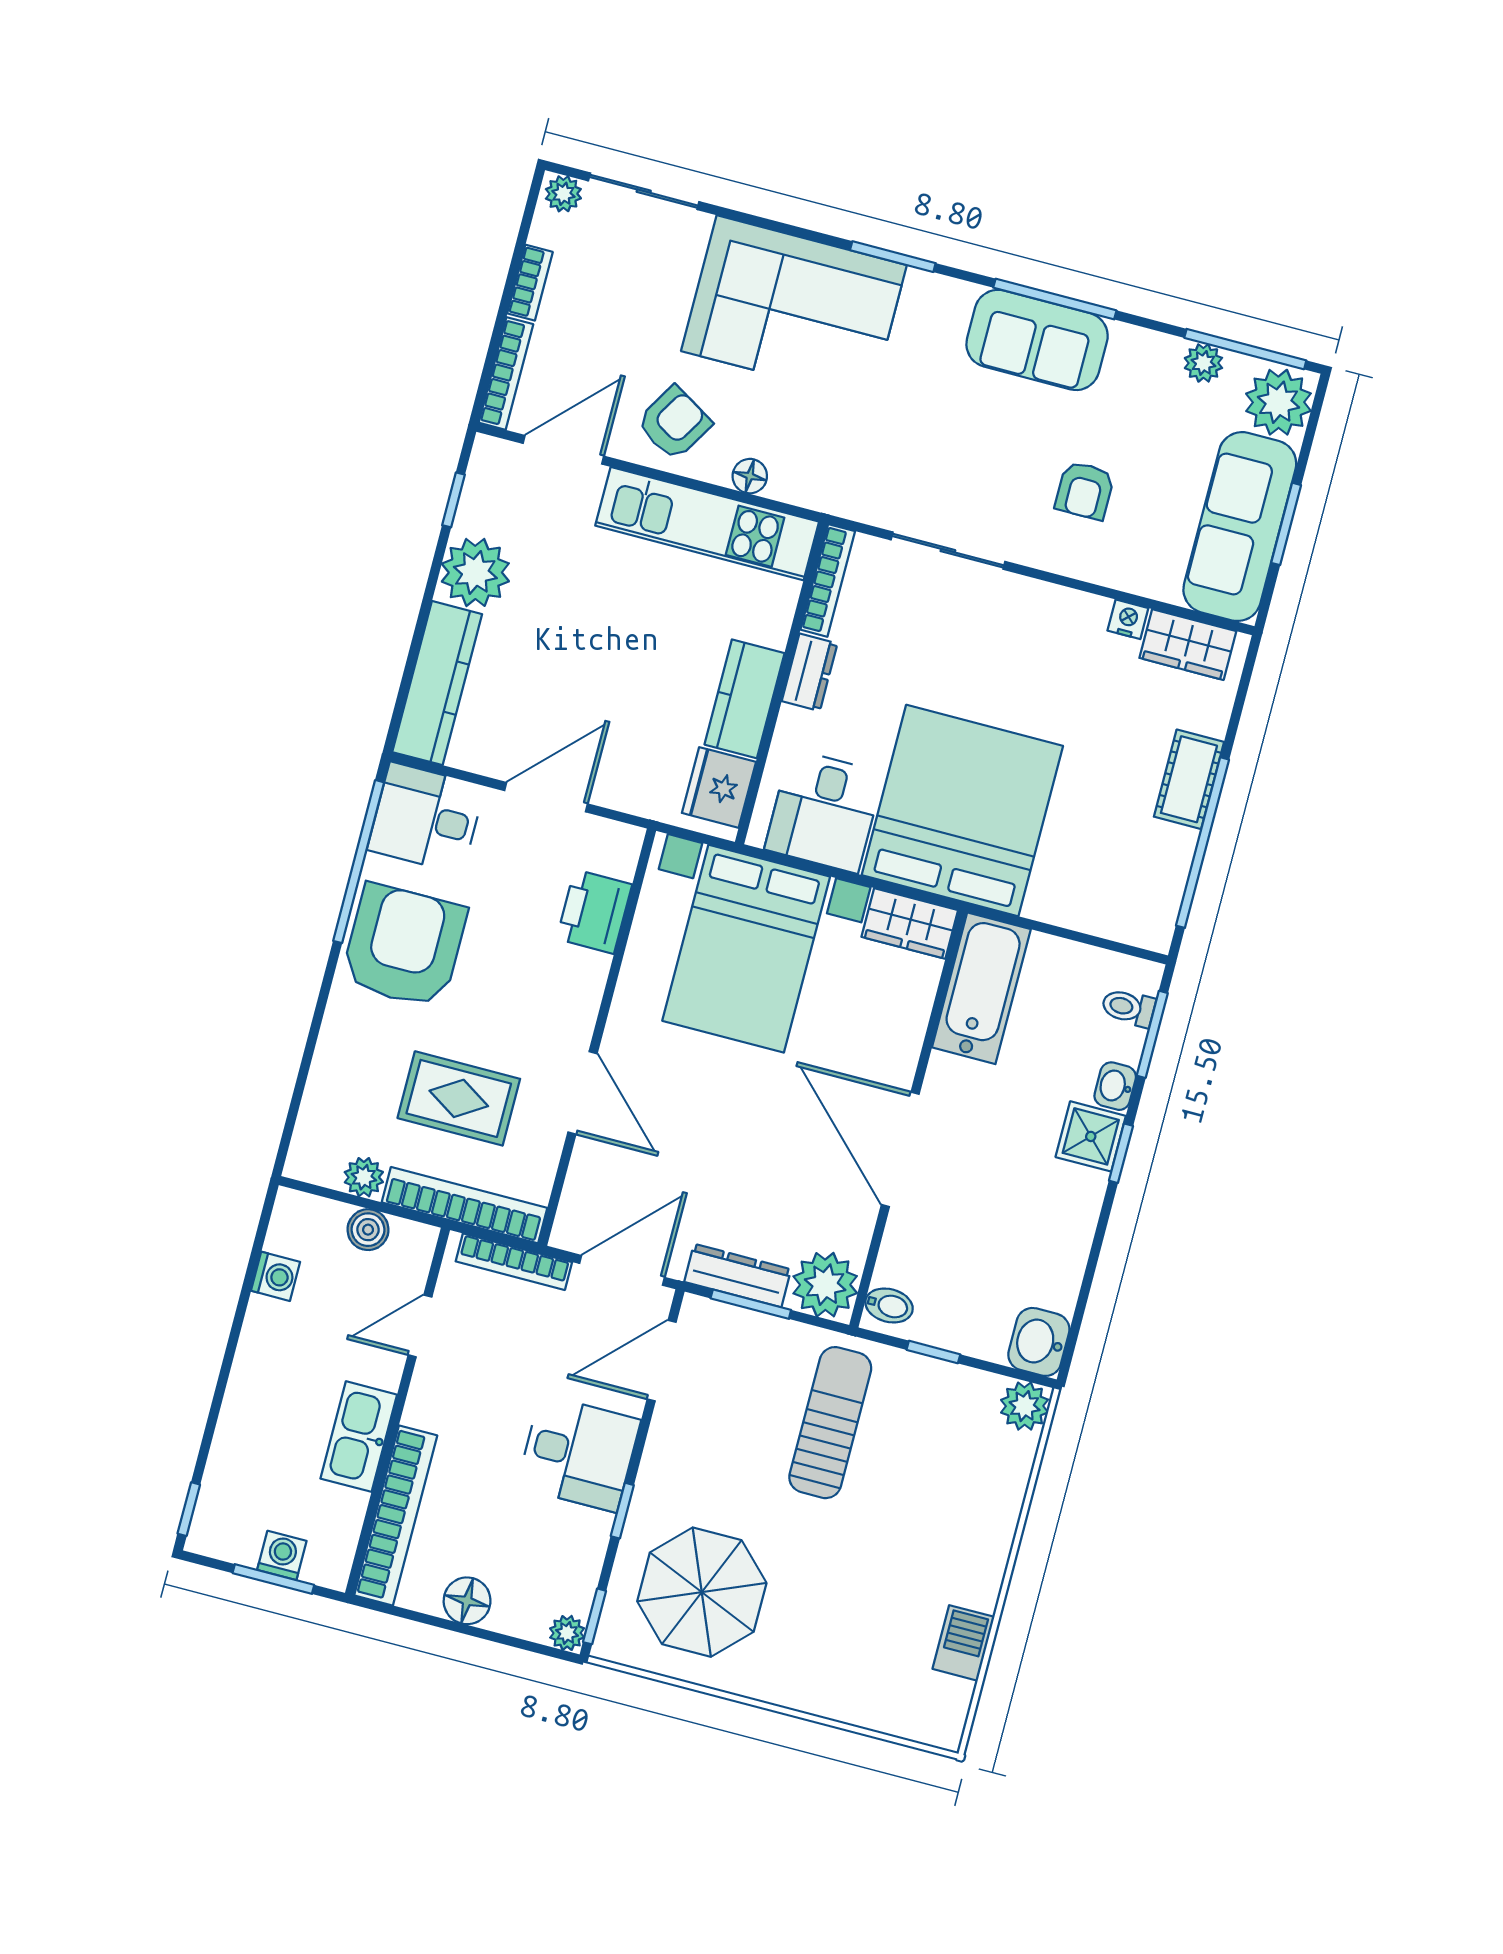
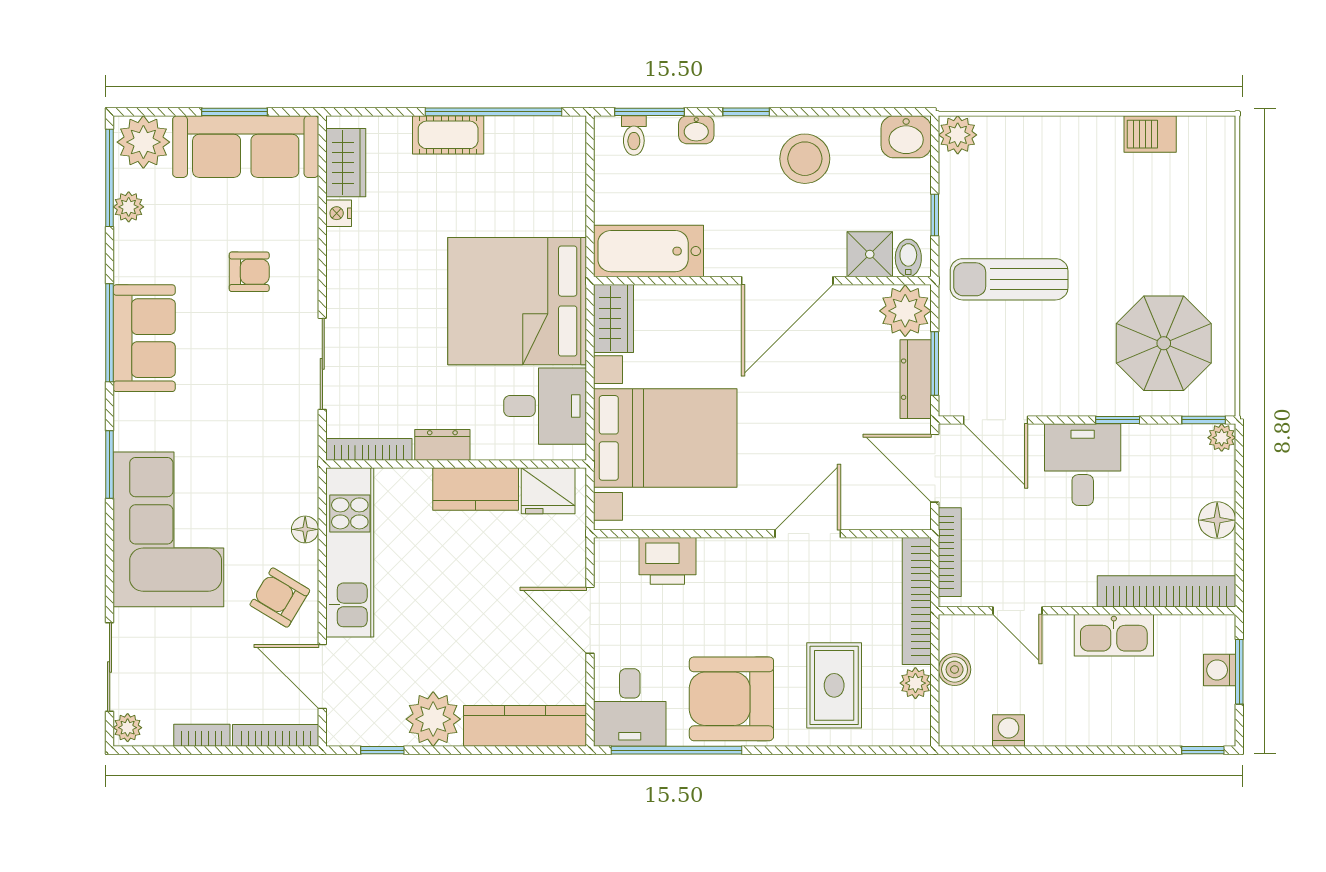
rug: (459, 1098) -> (834, 685), moved
shower: (1091, 1136) -> (870, 254), moved
stool: (1045, 1210) -> (805, 159), added

